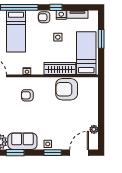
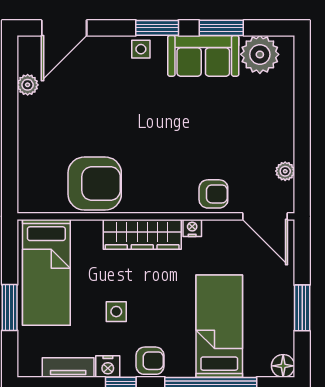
wardrobe: (60, 69) -> (142, 234), moved
armchair: (27, 95) -> (213, 194), moved
window: (53, 153) -> (157, 28), moved

